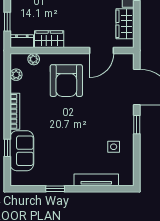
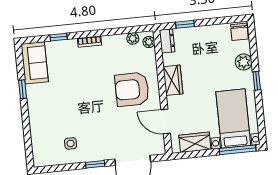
wardrobe: (49, 39) -> (173, 80), moved
plant: (34, 59) -> (149, 42), moved
bookcase: (15, 111) -> (89, 42), width x0.64
sofa: (22, 151) -> (35, 63), moved, turned -90
tv unit: (96, 180) -> (36, 129), removed

